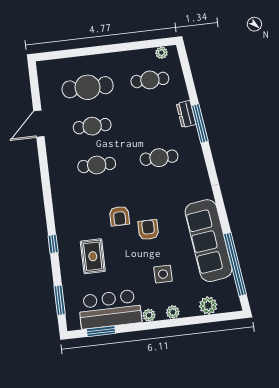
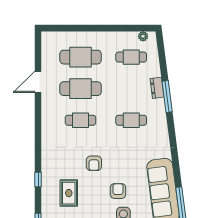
cafe table: (92, 126) -> (81, 89), width x1.37, depth x1.35
armchair: (148, 230) -> (118, 191), moved

